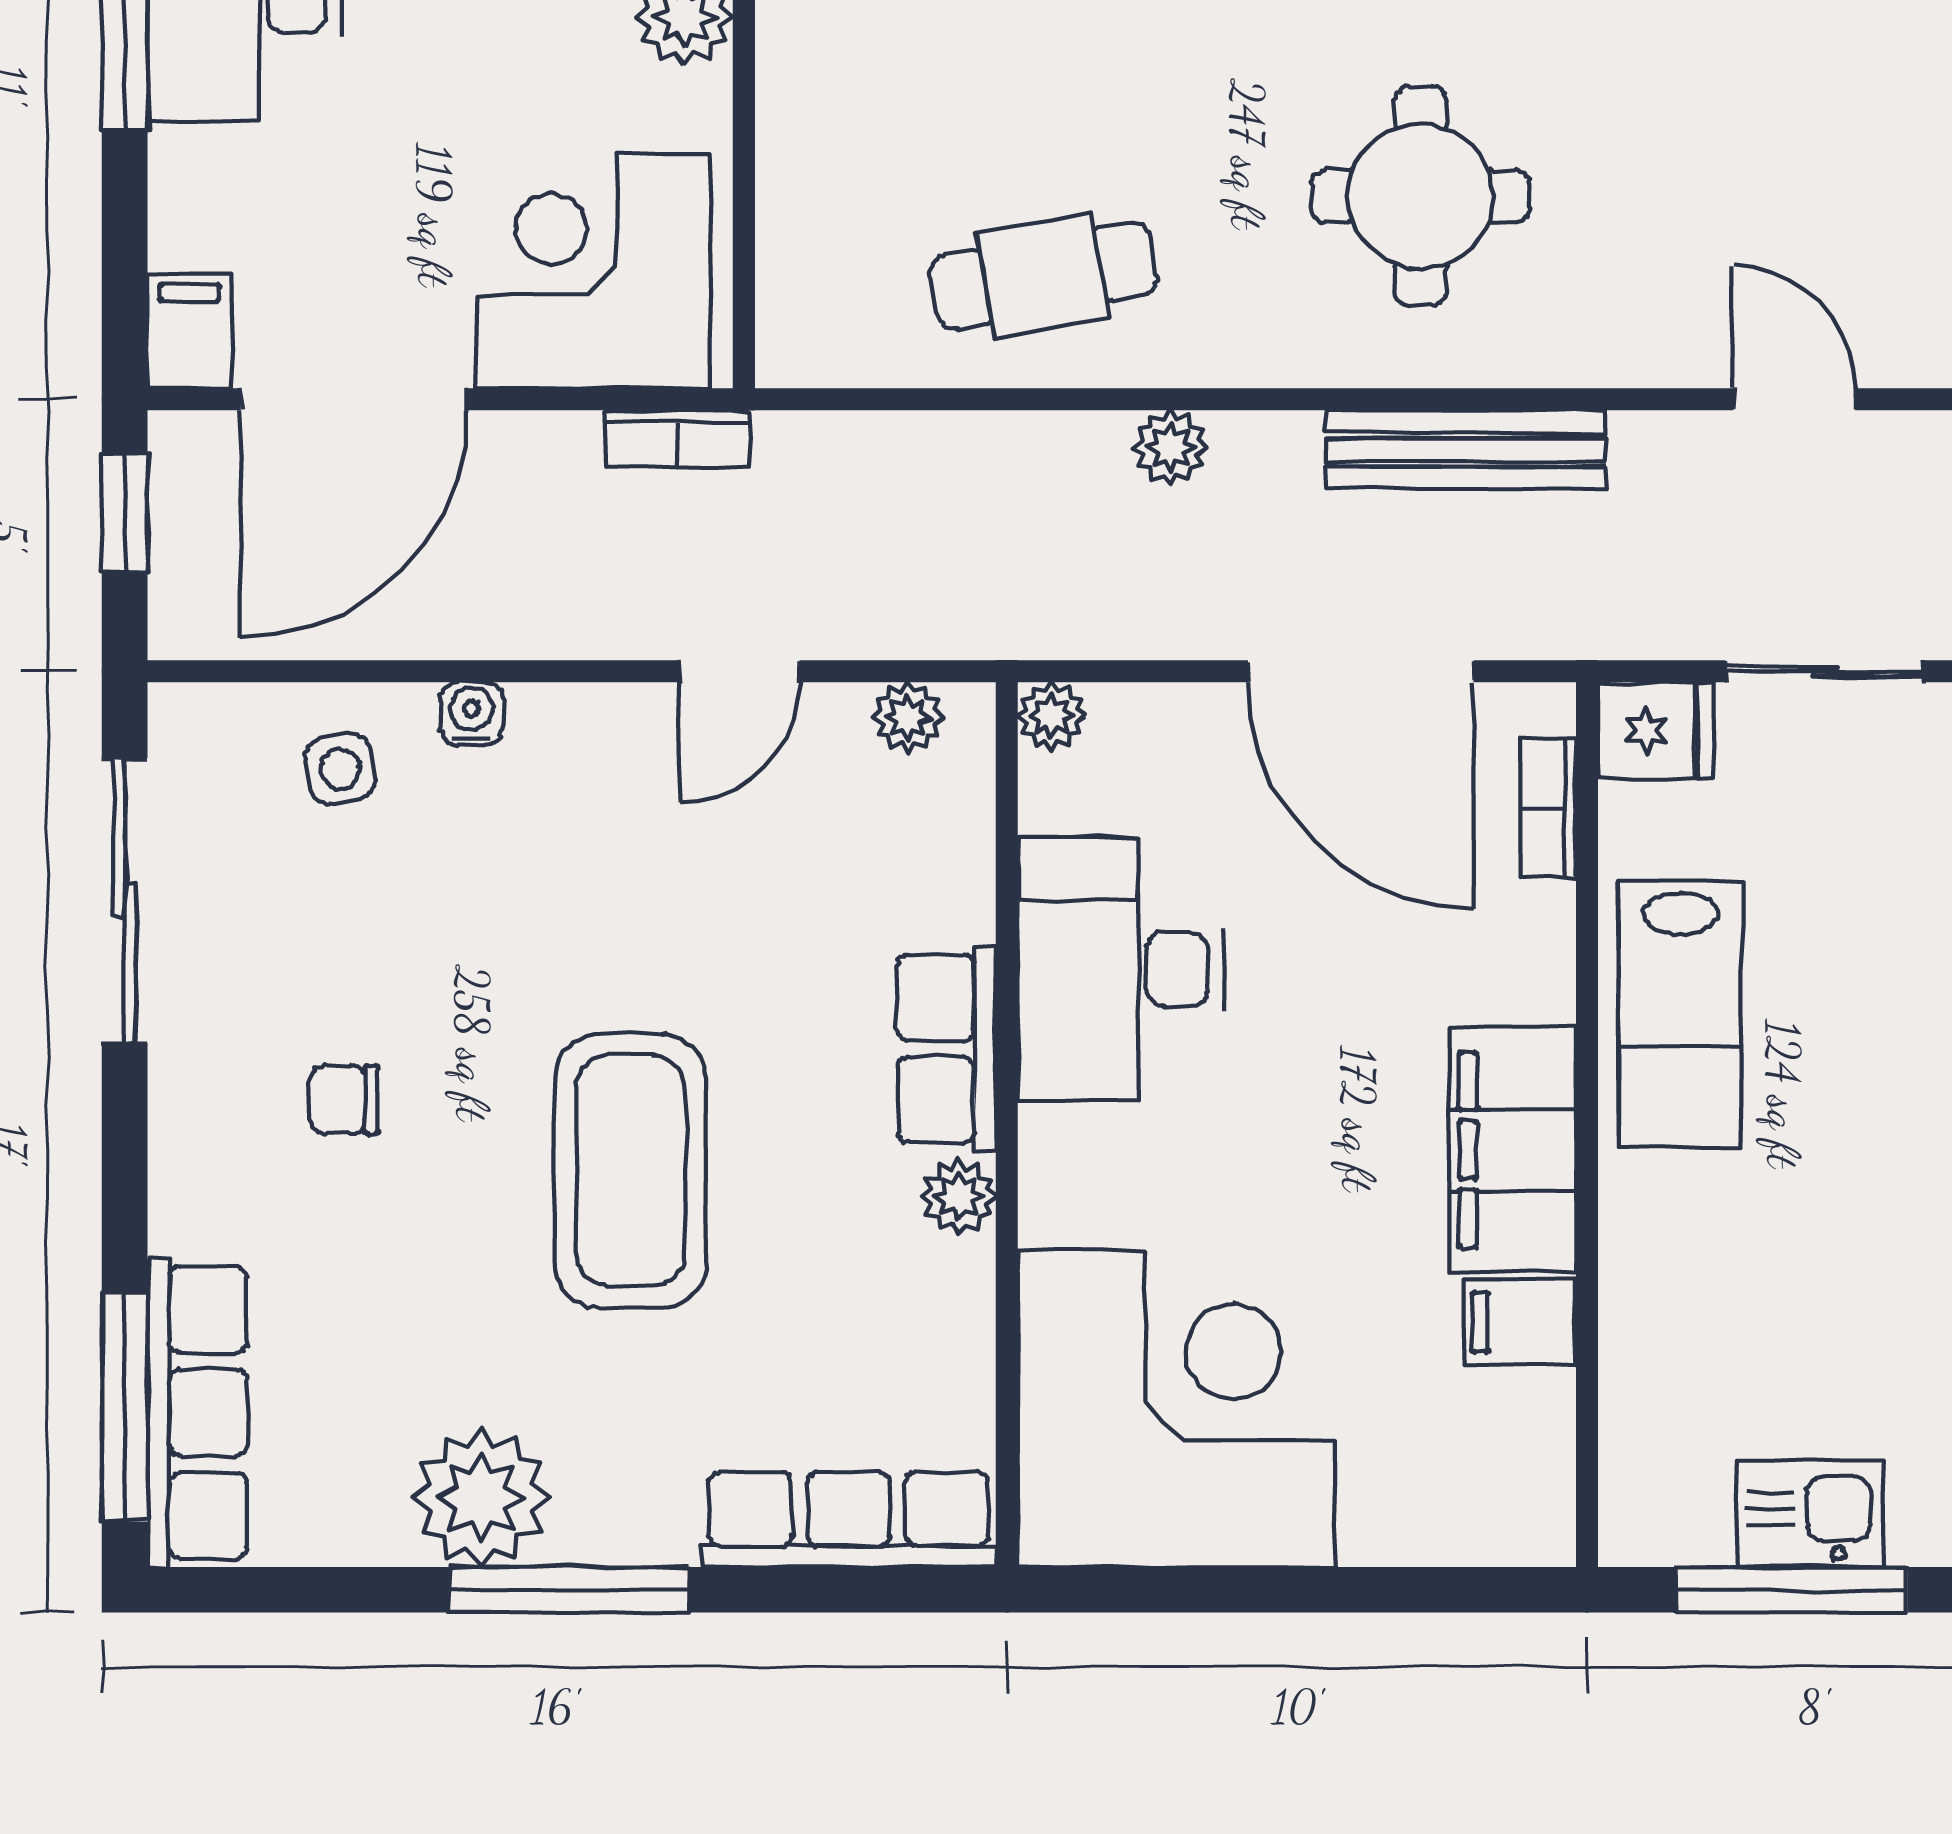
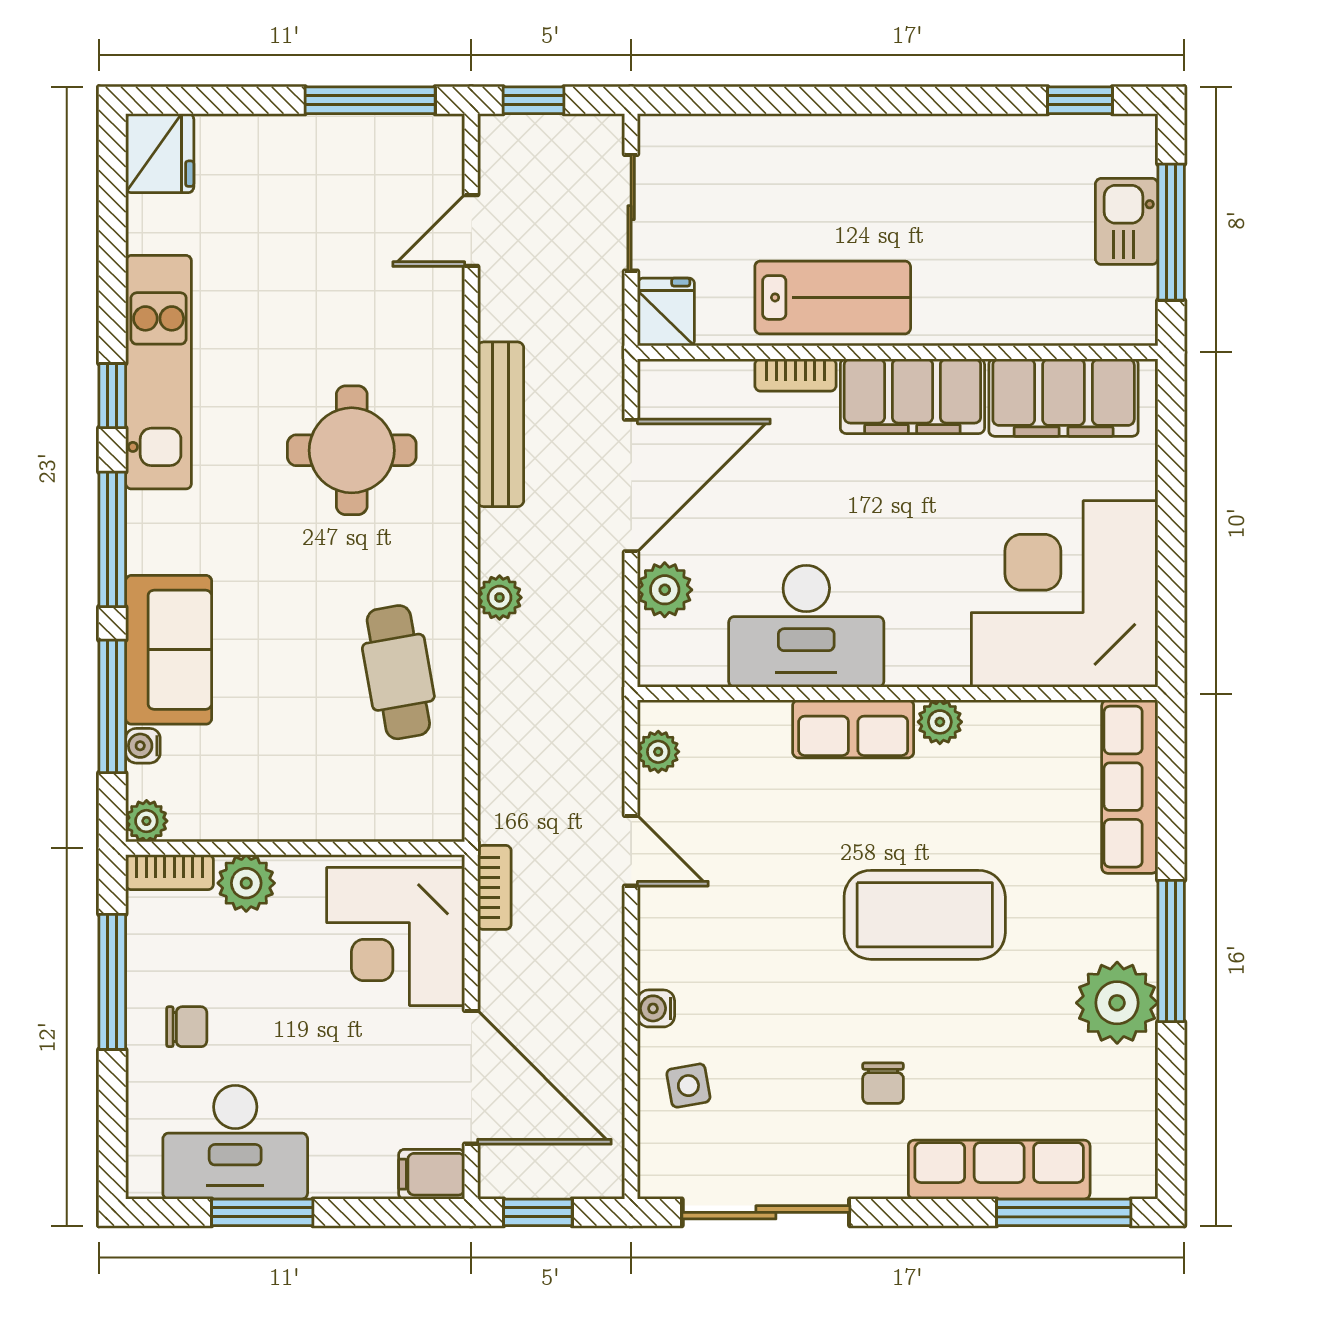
plant: (1051, 716) -> (665, 590), moved, width x1.38, depth x1.38
bookcase: (1549, 807) -> (796, 375), moved
filing cabinet: (1520, 1322) -> (1064, 398), width x3.00, depth x1.17
row of seats: (197, 1413) -> (999, 1170), moved

